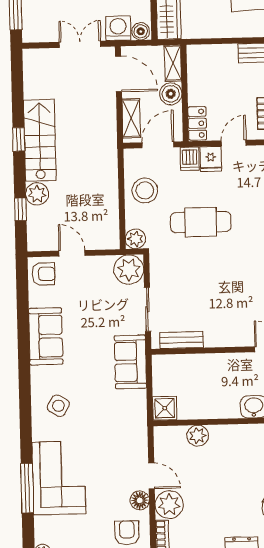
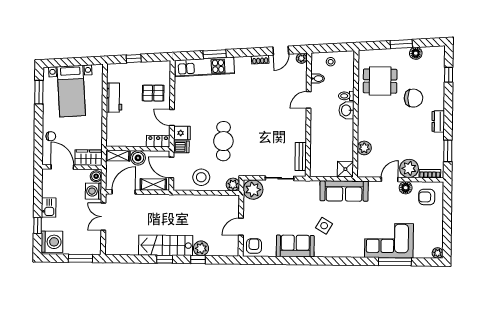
window: (20, 209) -> (198, 260), moved
sofa: (130, 362) -> (344, 191), moved, width x1.36
side table: (58, 406) -> (324, 226), moved

